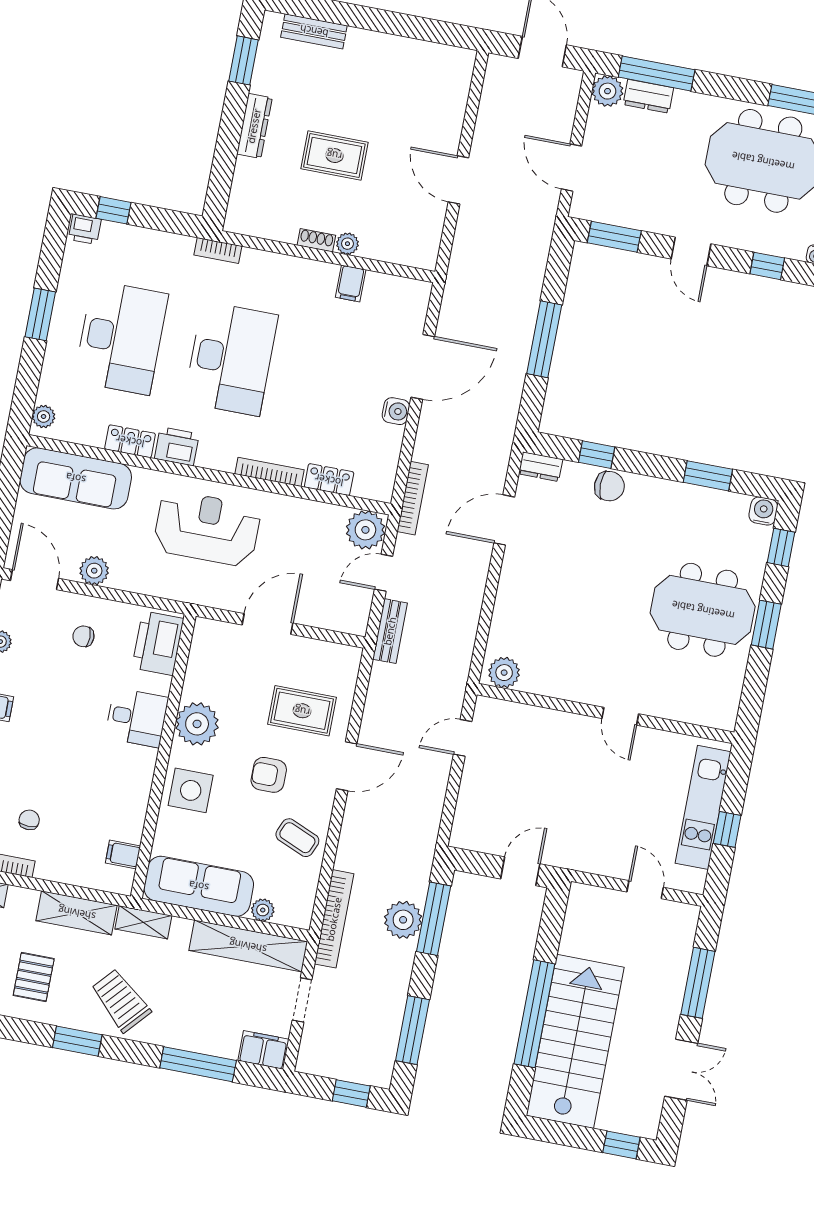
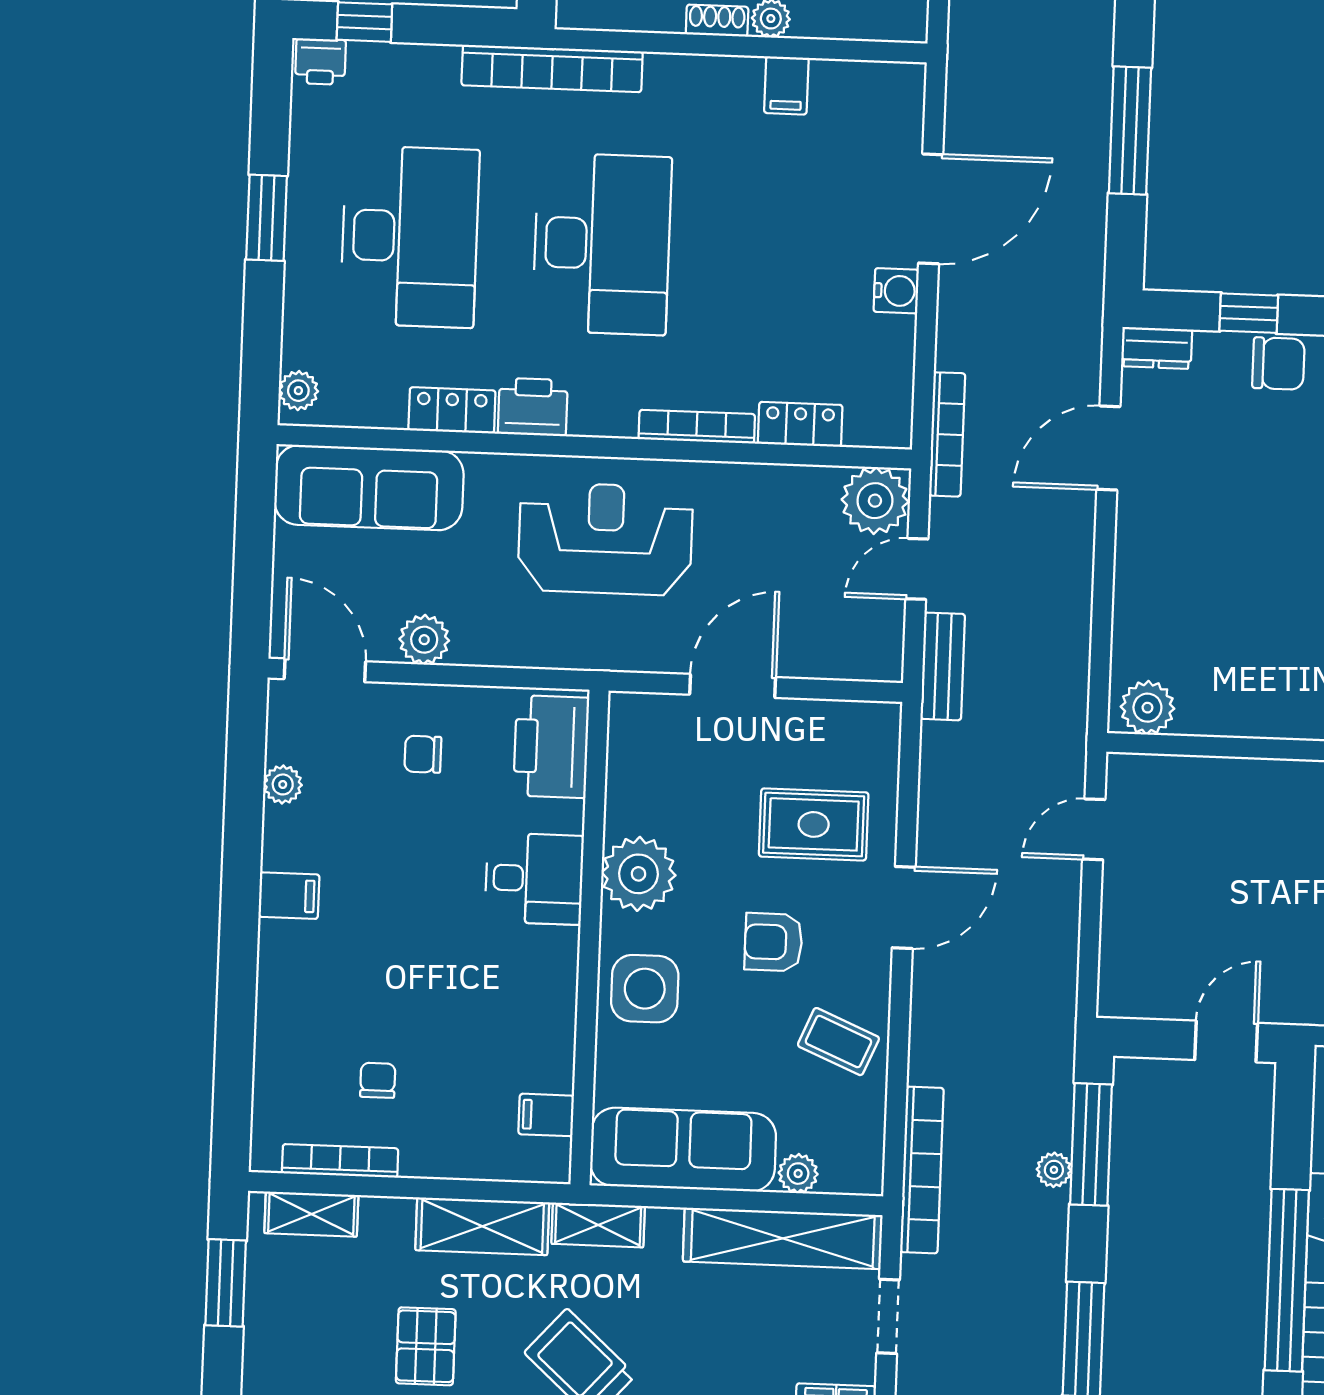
bookcase: (218, 251) -> (552, 68), width x2.31, depth x1.31
plant: (403, 920) -> (1054, 1170), width x0.53, depth x0.53

